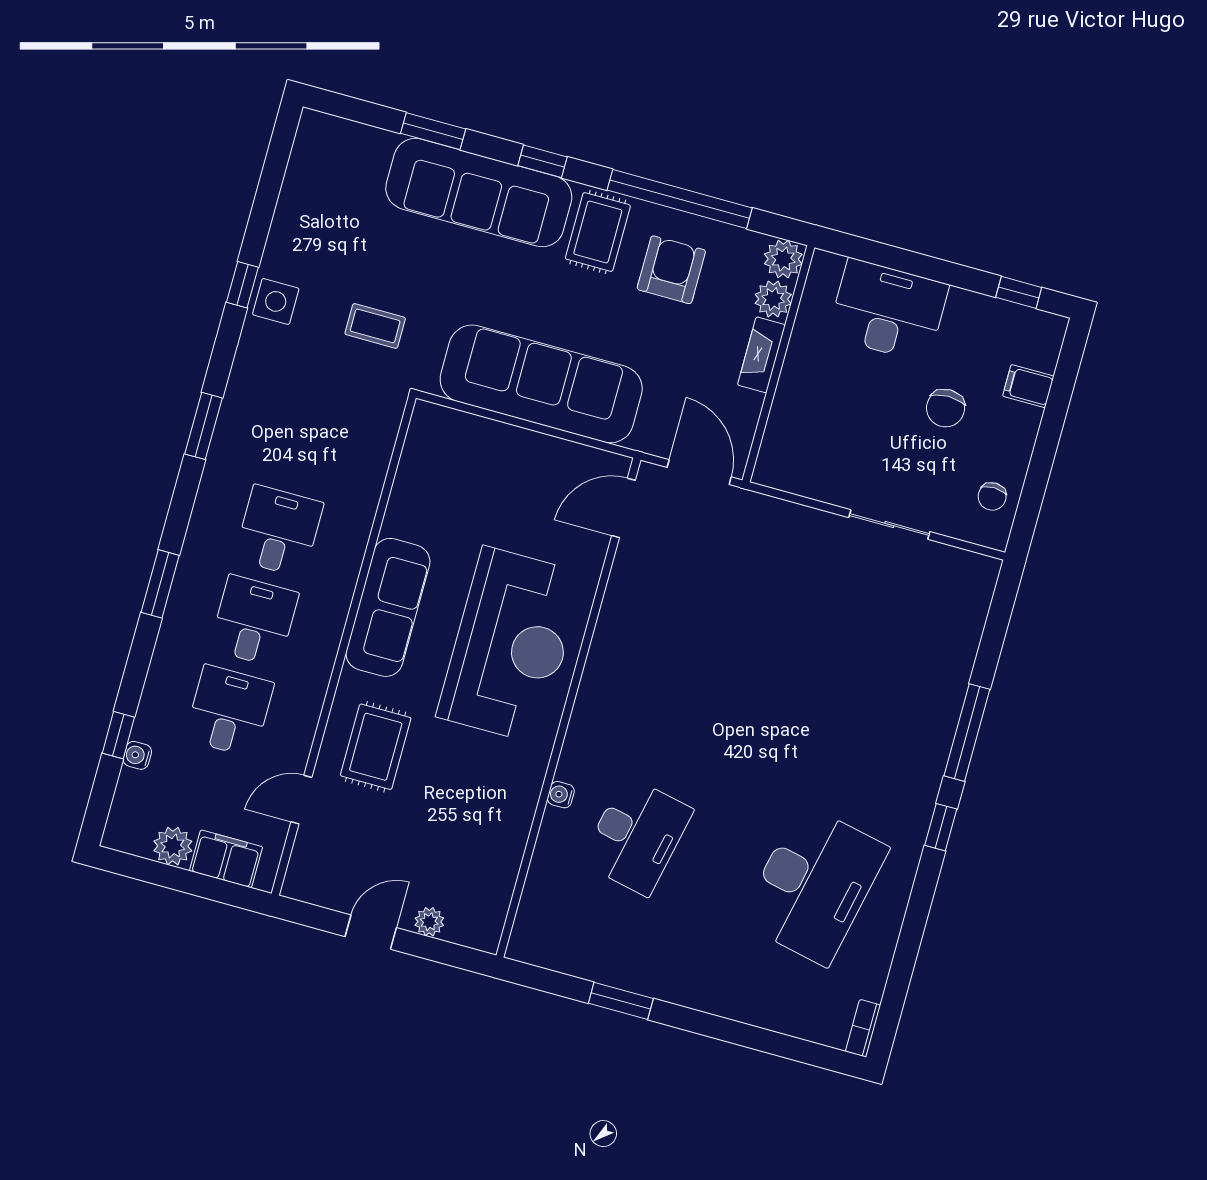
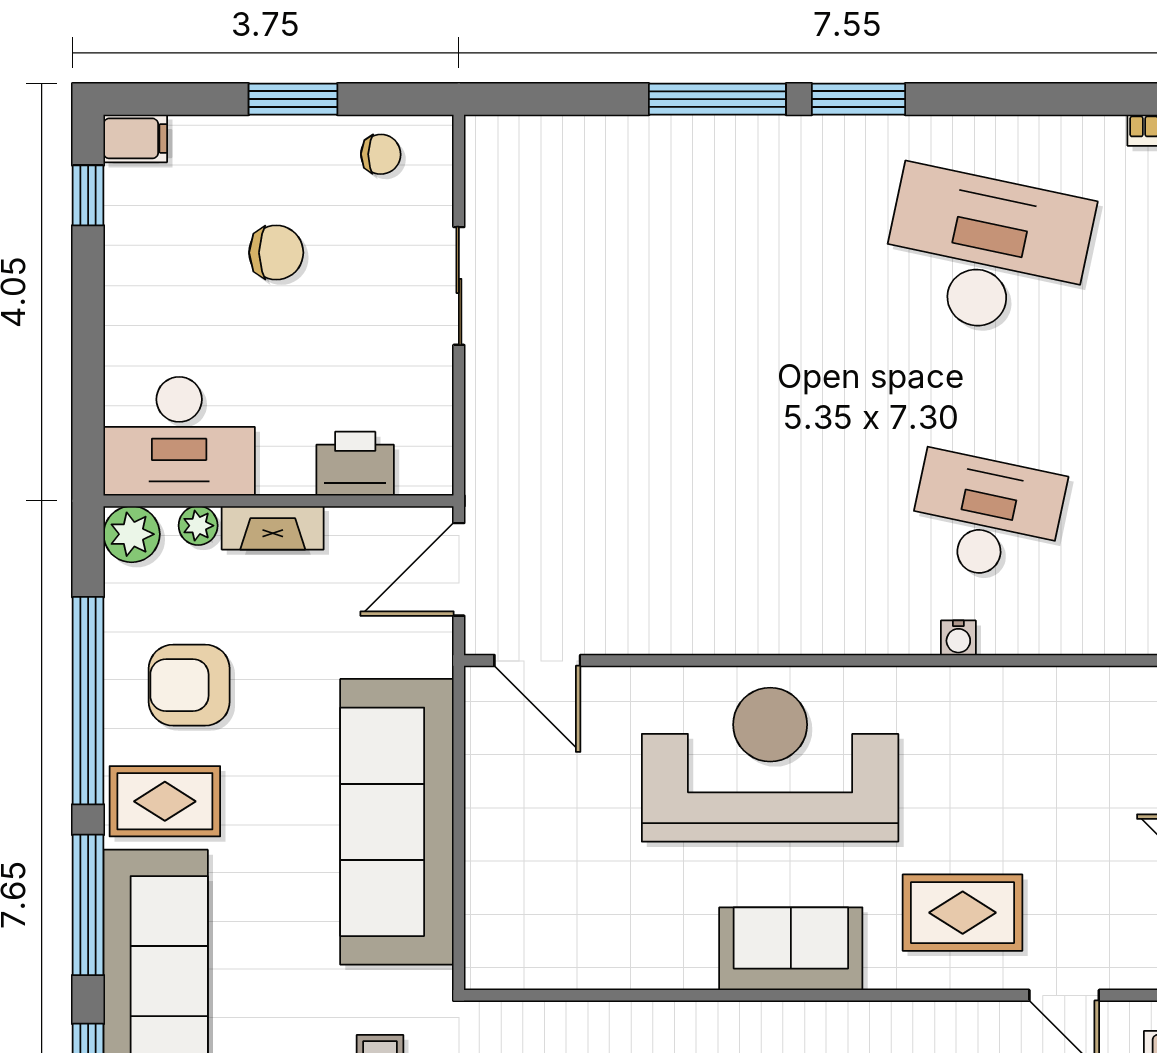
window: (542, 161) -> (88, 905), width x2.17
plant: (773, 299) -> (198, 526), width x0.73, depth x0.73
desk: (888, 311) -> (179, 436), moved, turned -90
filing cabinet: (1028, 386) -> (135, 138), moved, turned -90
printer: (789, 422) -> (355, 464), added
window: (1045, 448) -> (293, 99), added
sofa: (388, 607) -> (791, 949), width x0.73
window: (941, 827) -> (858, 99), width x1.50

